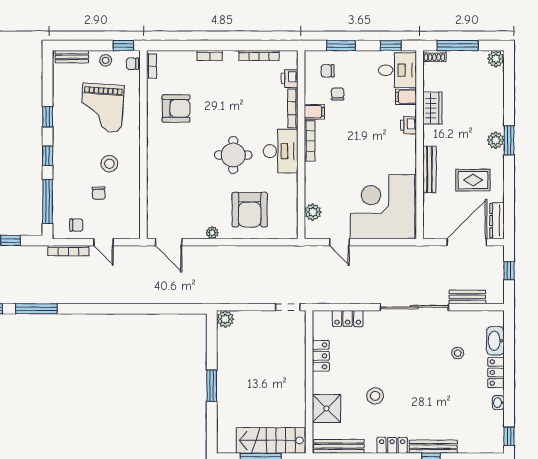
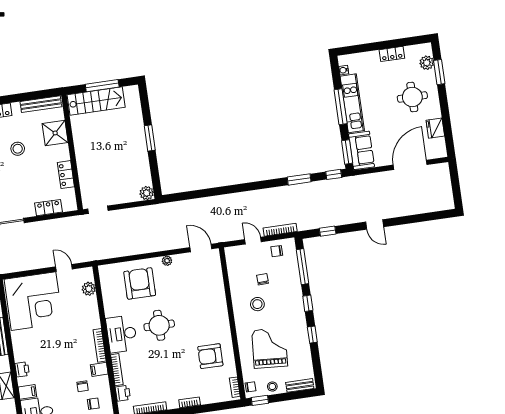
window: (36, 309) -> (299, 179), width x0.69

